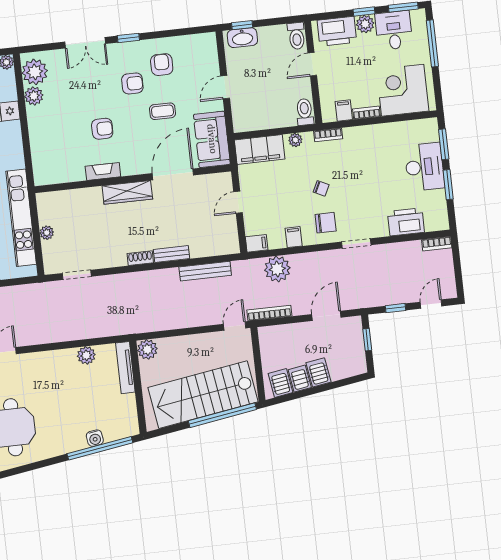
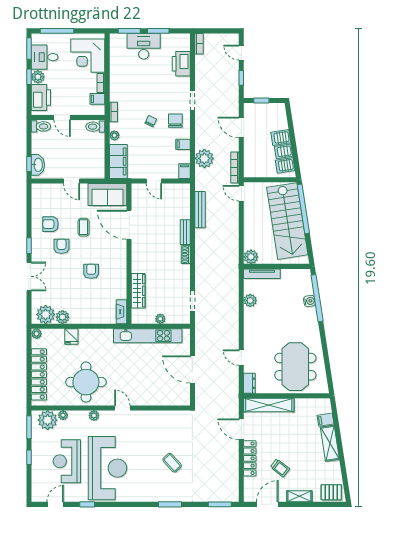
fireplace: (103, 171) -> (121, 312), moved
wardrobe: (127, 192) -> (138, 291), moved

